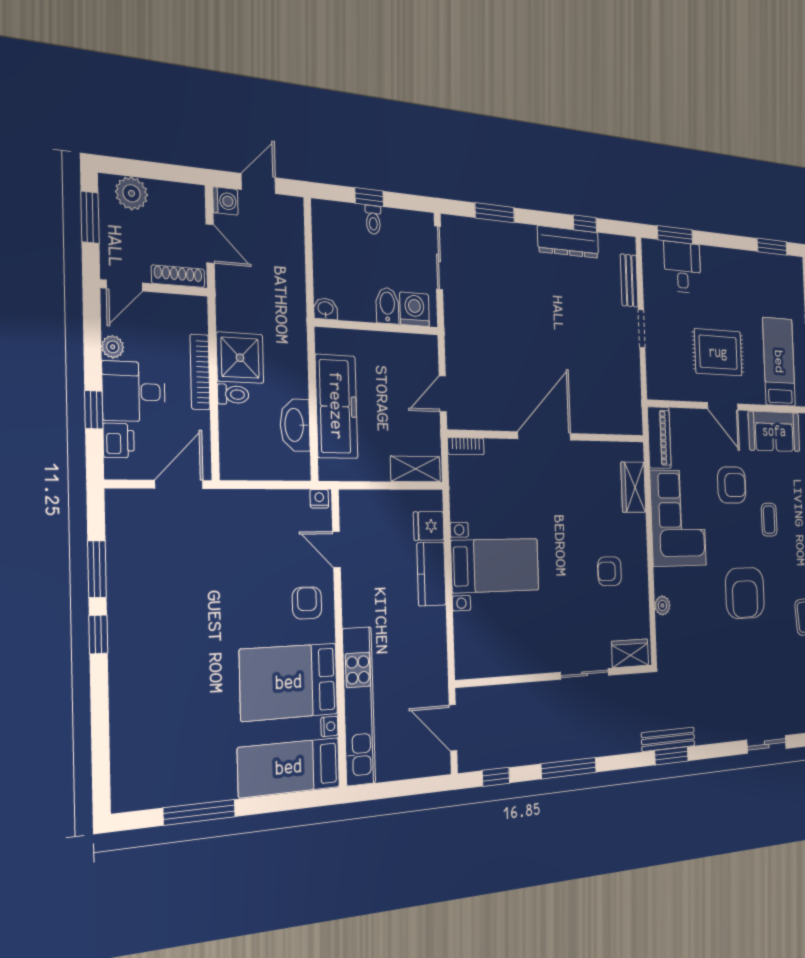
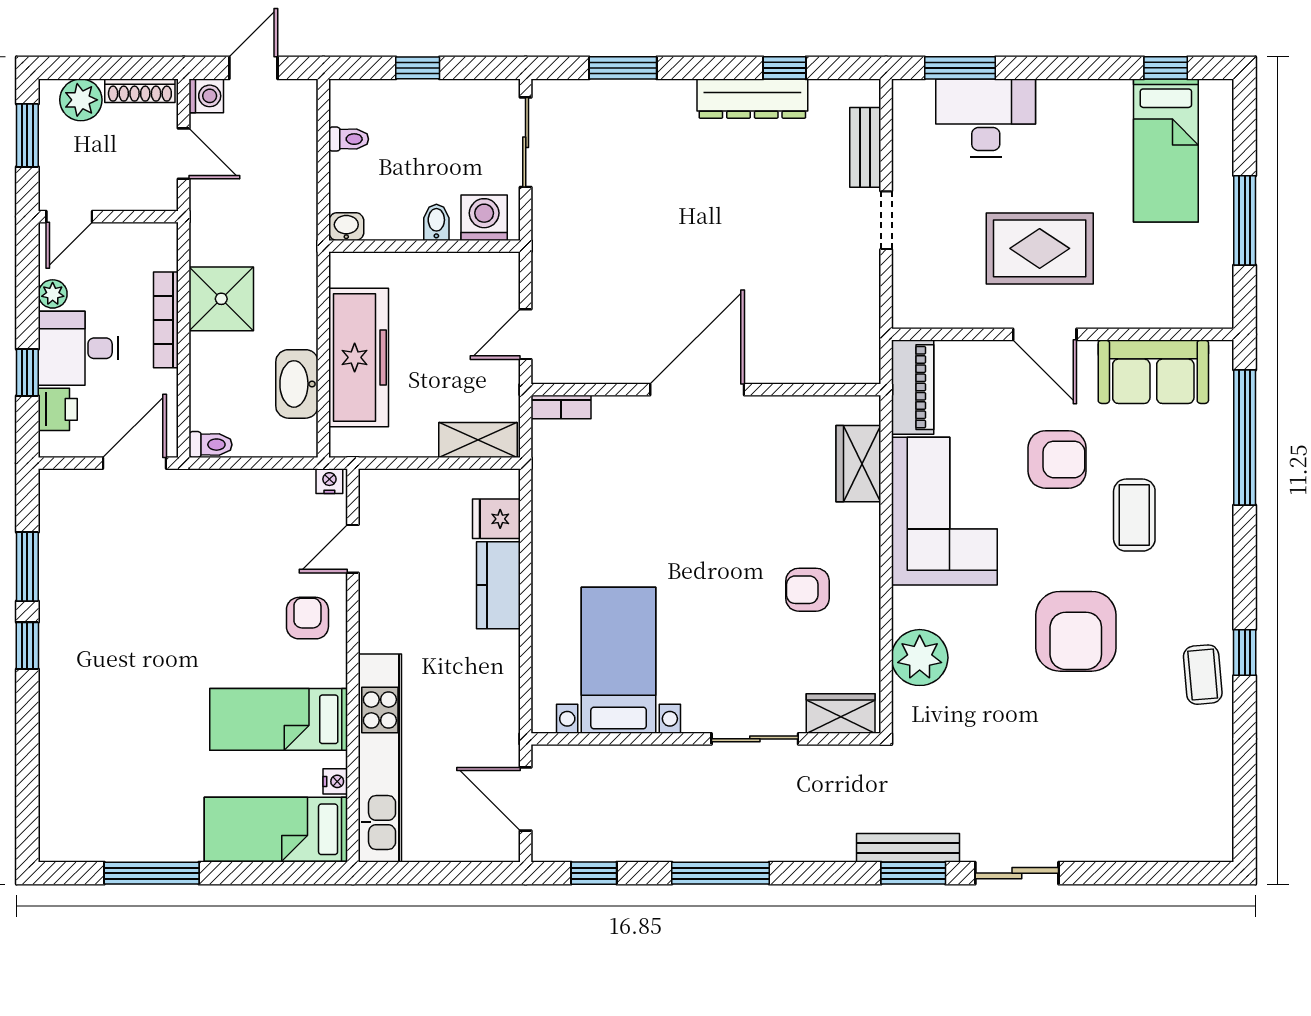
toilet: (373, 220) -> (349, 139), moved, turned -90
window: (772, 247) -> (1166, 68), width x0.67
desk: (682, 267) -> (986, 118), width x1.37
shoe rack: (178, 276) -> (140, 91), moved, turned 180
bidet: (387, 306) -> (436, 222), width x0.72, depth x0.74
bed: (779, 362) -> (1166, 151), moved, turned 180
toilet: (233, 394) -> (210, 445), moved
coffee table: (769, 520) -> (1134, 515), width x1.36, depth x1.30
door: (336, 549) -> (353, 549), hinge flipped
bed with nightstands: (495, 565) -> (619, 660), moved, turned -90
plant: (662, 605) -> (920, 658), width x1.88, depth x1.88
bed: (289, 682) -> (279, 719), width x0.67
sliding door: (767, 744) -> (1017, 873), moved

